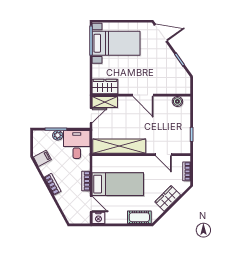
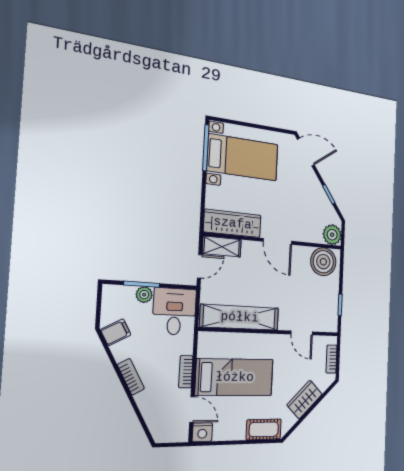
wardrobe: (105, 87) -> (233, 223), width x1.50
plant: (183, 87) -> (332, 235), added
boiler: (177, 101) -> (323, 262), width x1.86, depth x1.86

